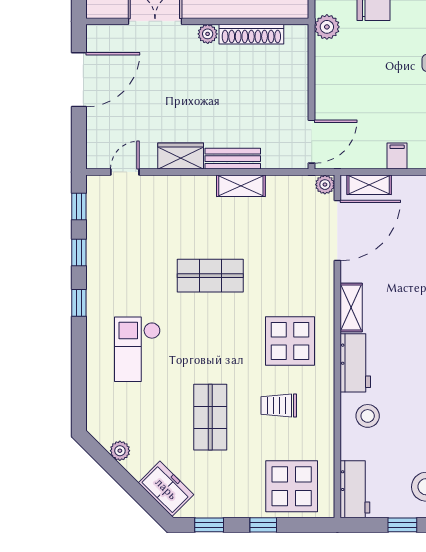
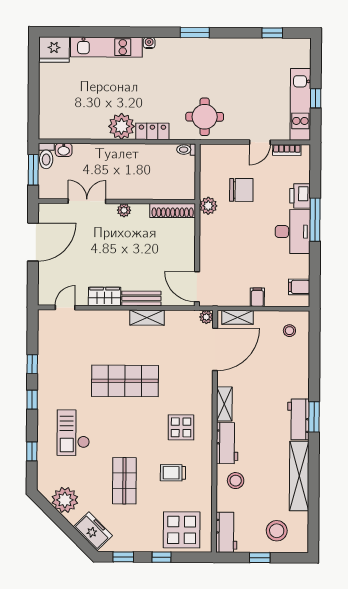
shoe rack: (251, 34) -> (173, 211), moved
door: (312, 142) -> (197, 287), swing flipped
window: (79, 206) -> (32, 451), moved
shop shelf: (210, 276) -> (125, 381), width x1.43, depth x1.36
display table: (290, 341) -> (181, 427), width x0.73, depth x0.73
plant: (120, 451) -> (65, 500), width x1.87, depth x1.87

